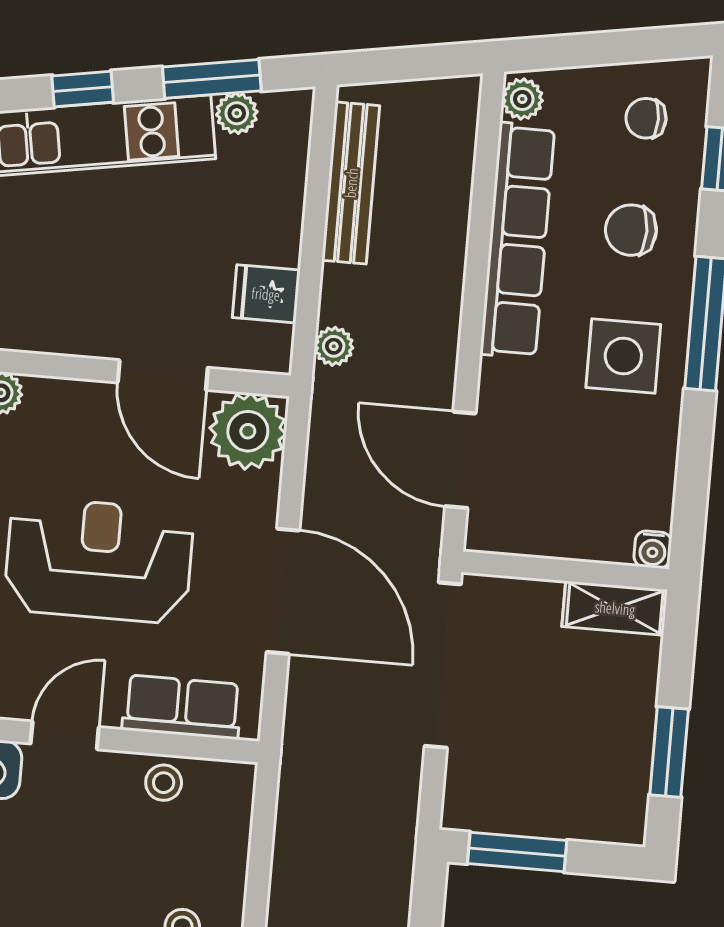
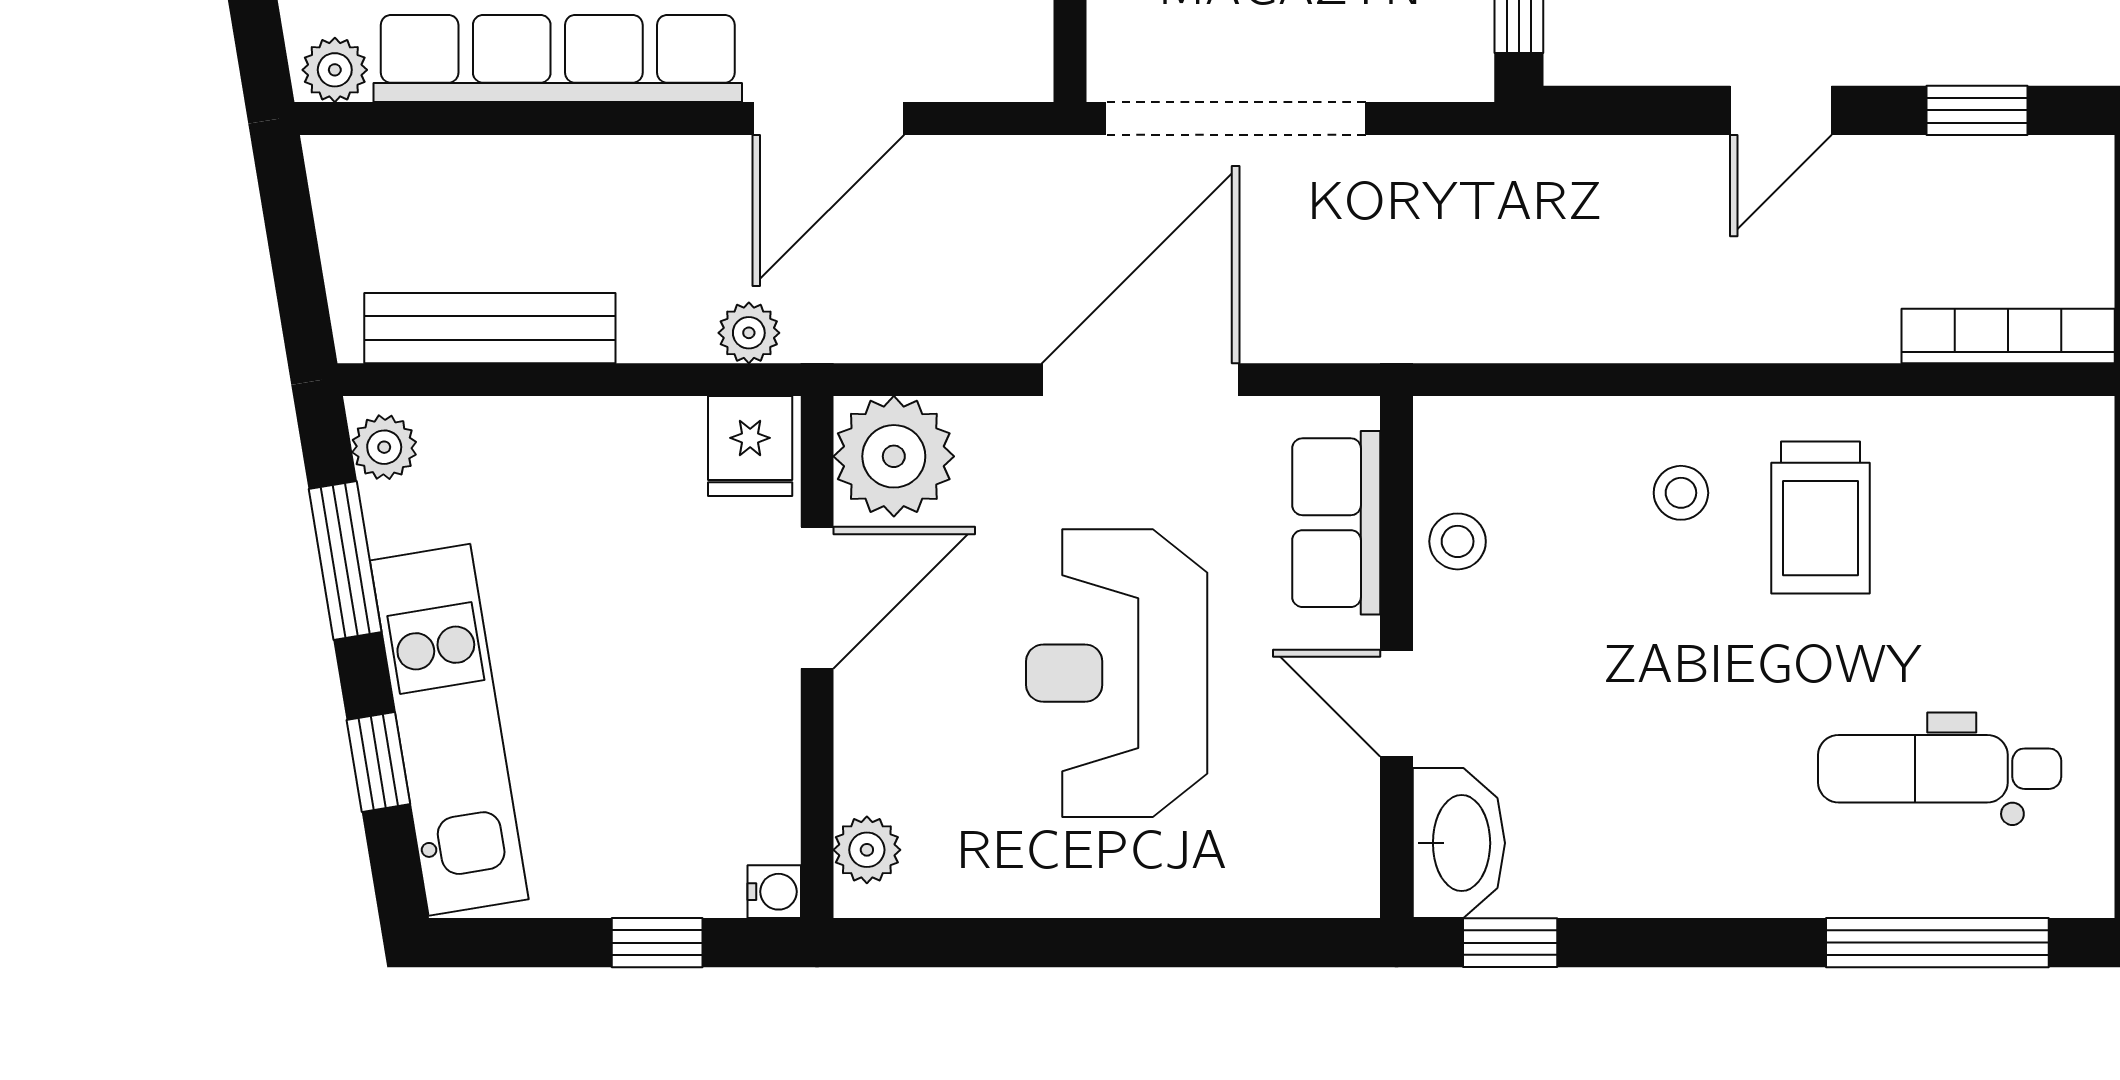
plant: (237, 113) -> (384, 447), moved
fridge: (266, 294) -> (750, 446), moved
door: (460, 460) -> (828, 118), moved

